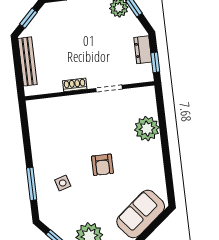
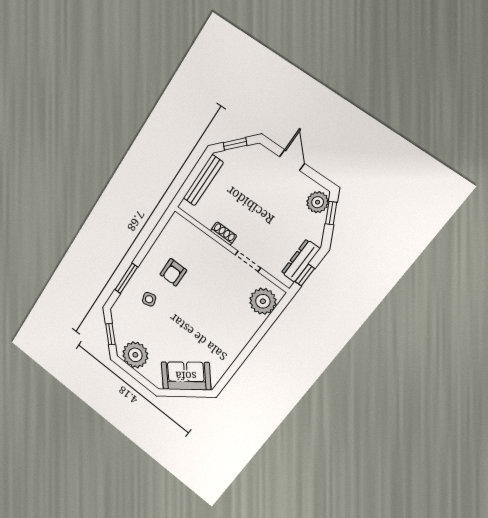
dresser: (143, 50) -> (300, 261), width x1.44
plant: (147, 129) -> (263, 301), moved
armchair: (102, 165) -> (173, 272), moved

